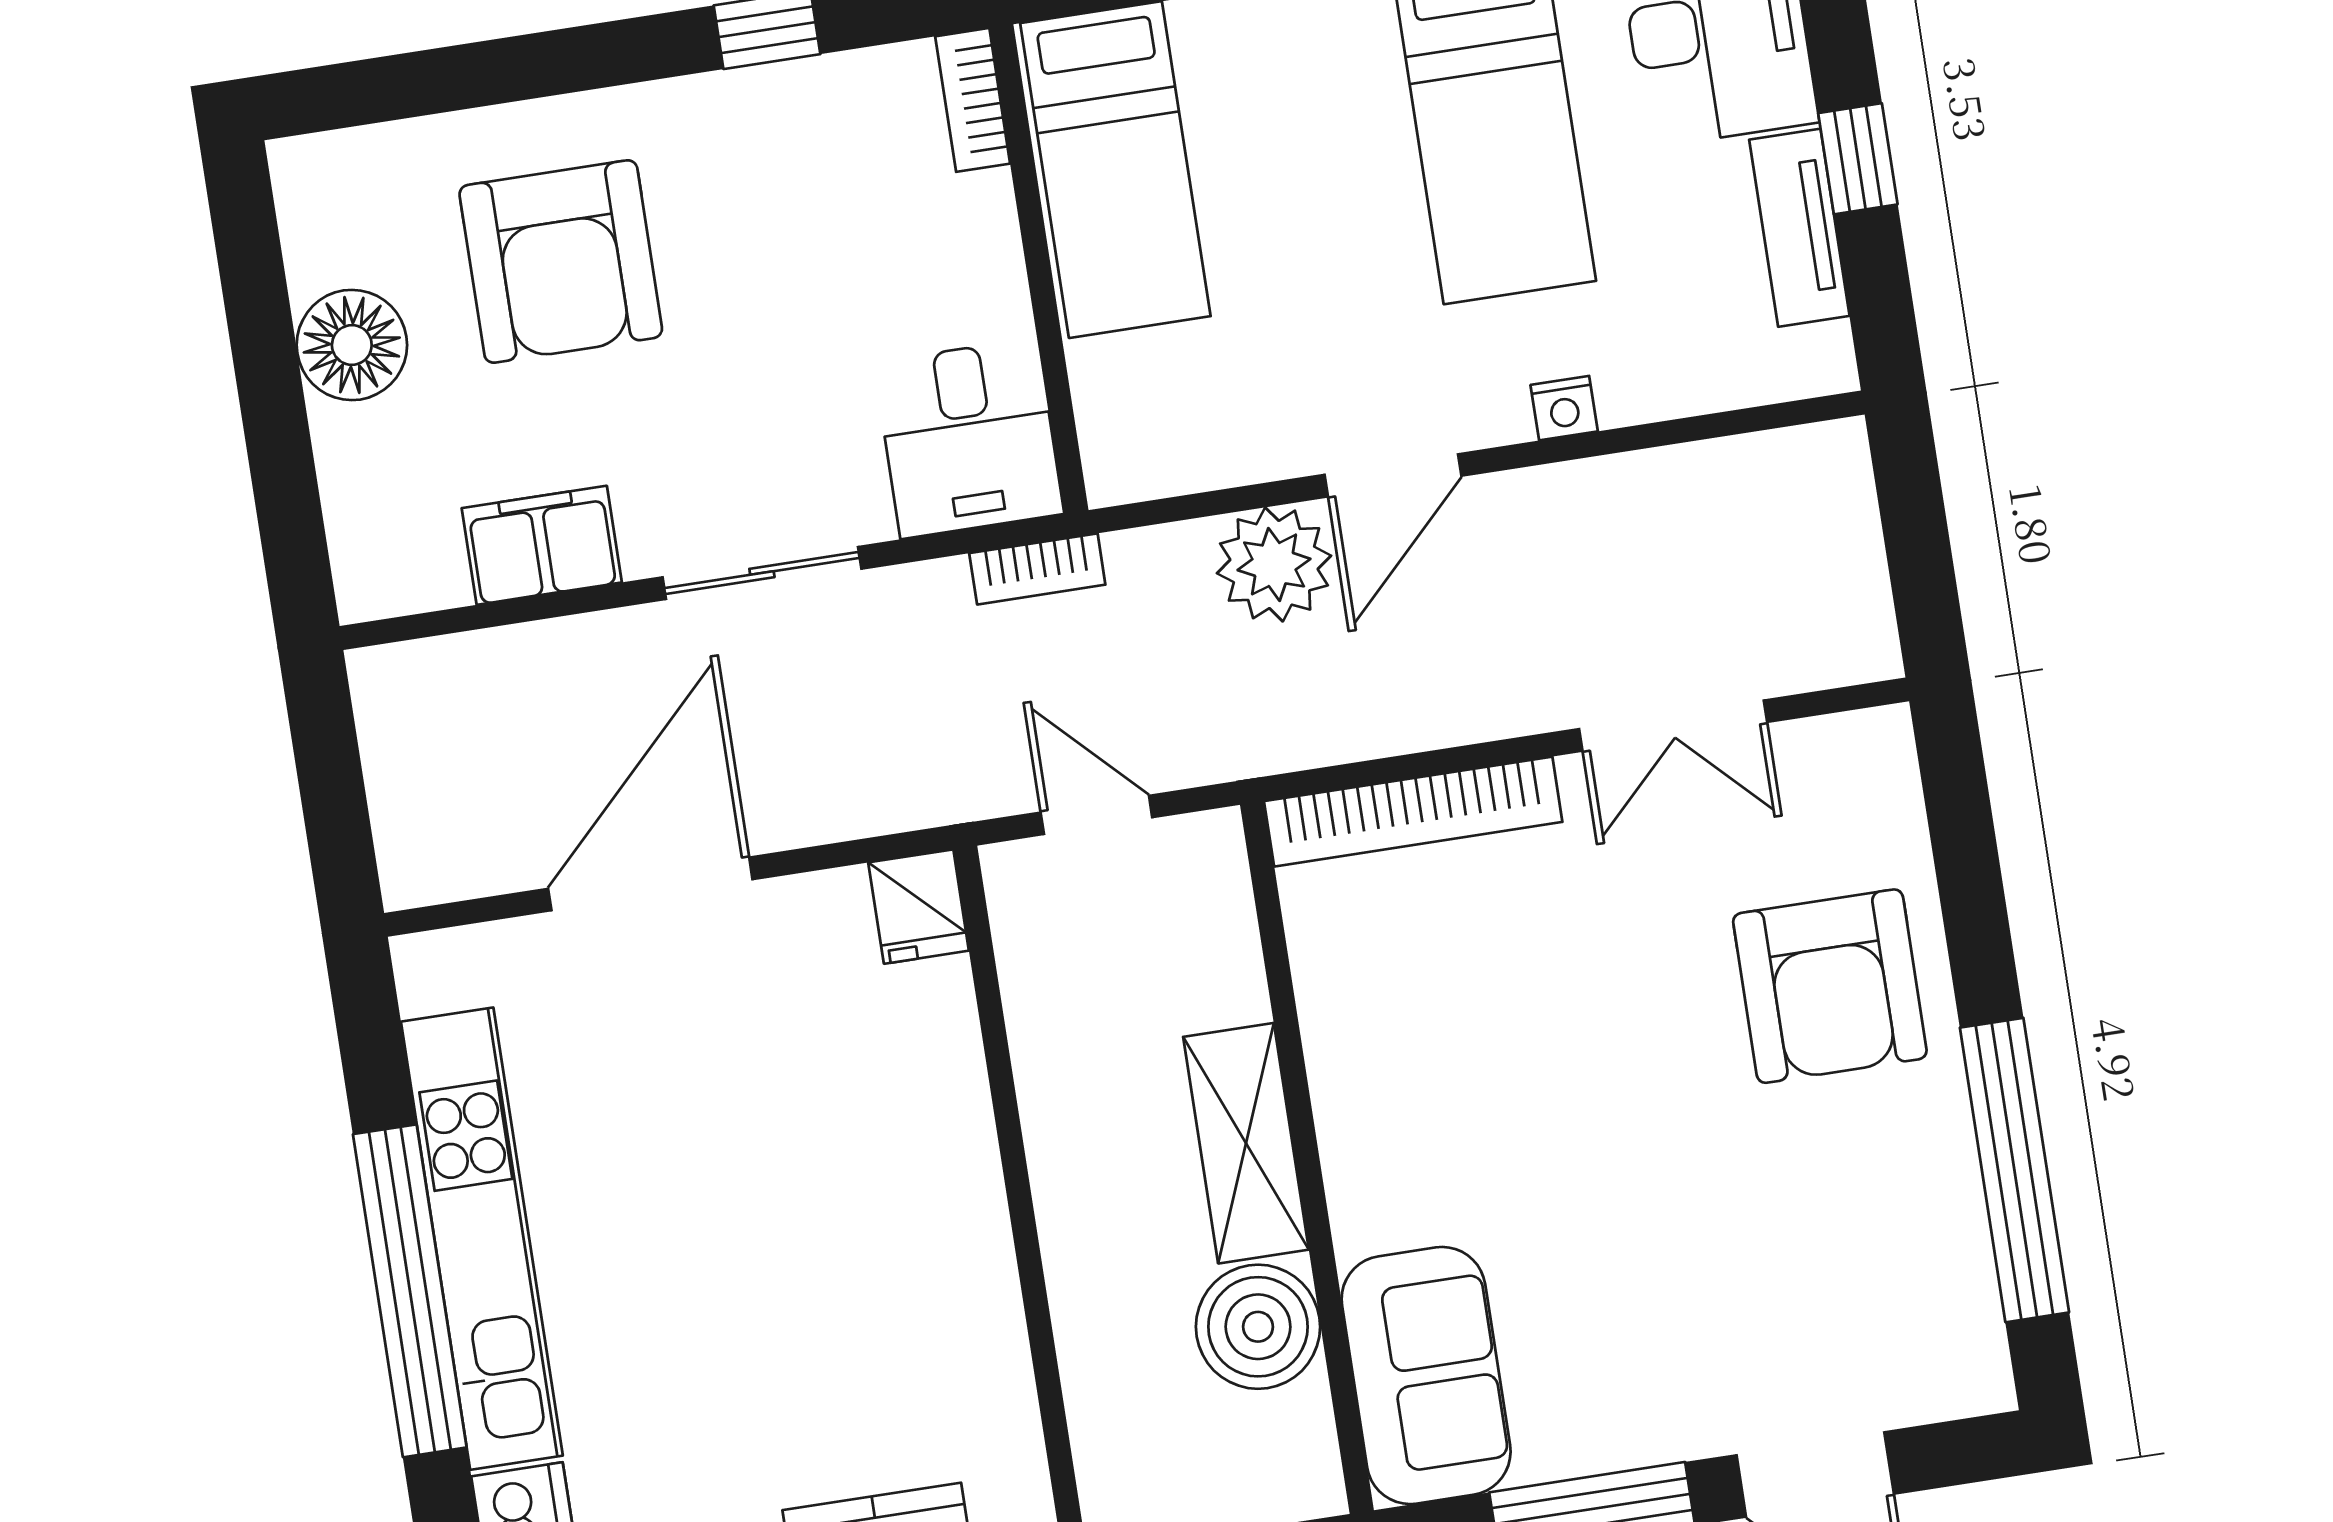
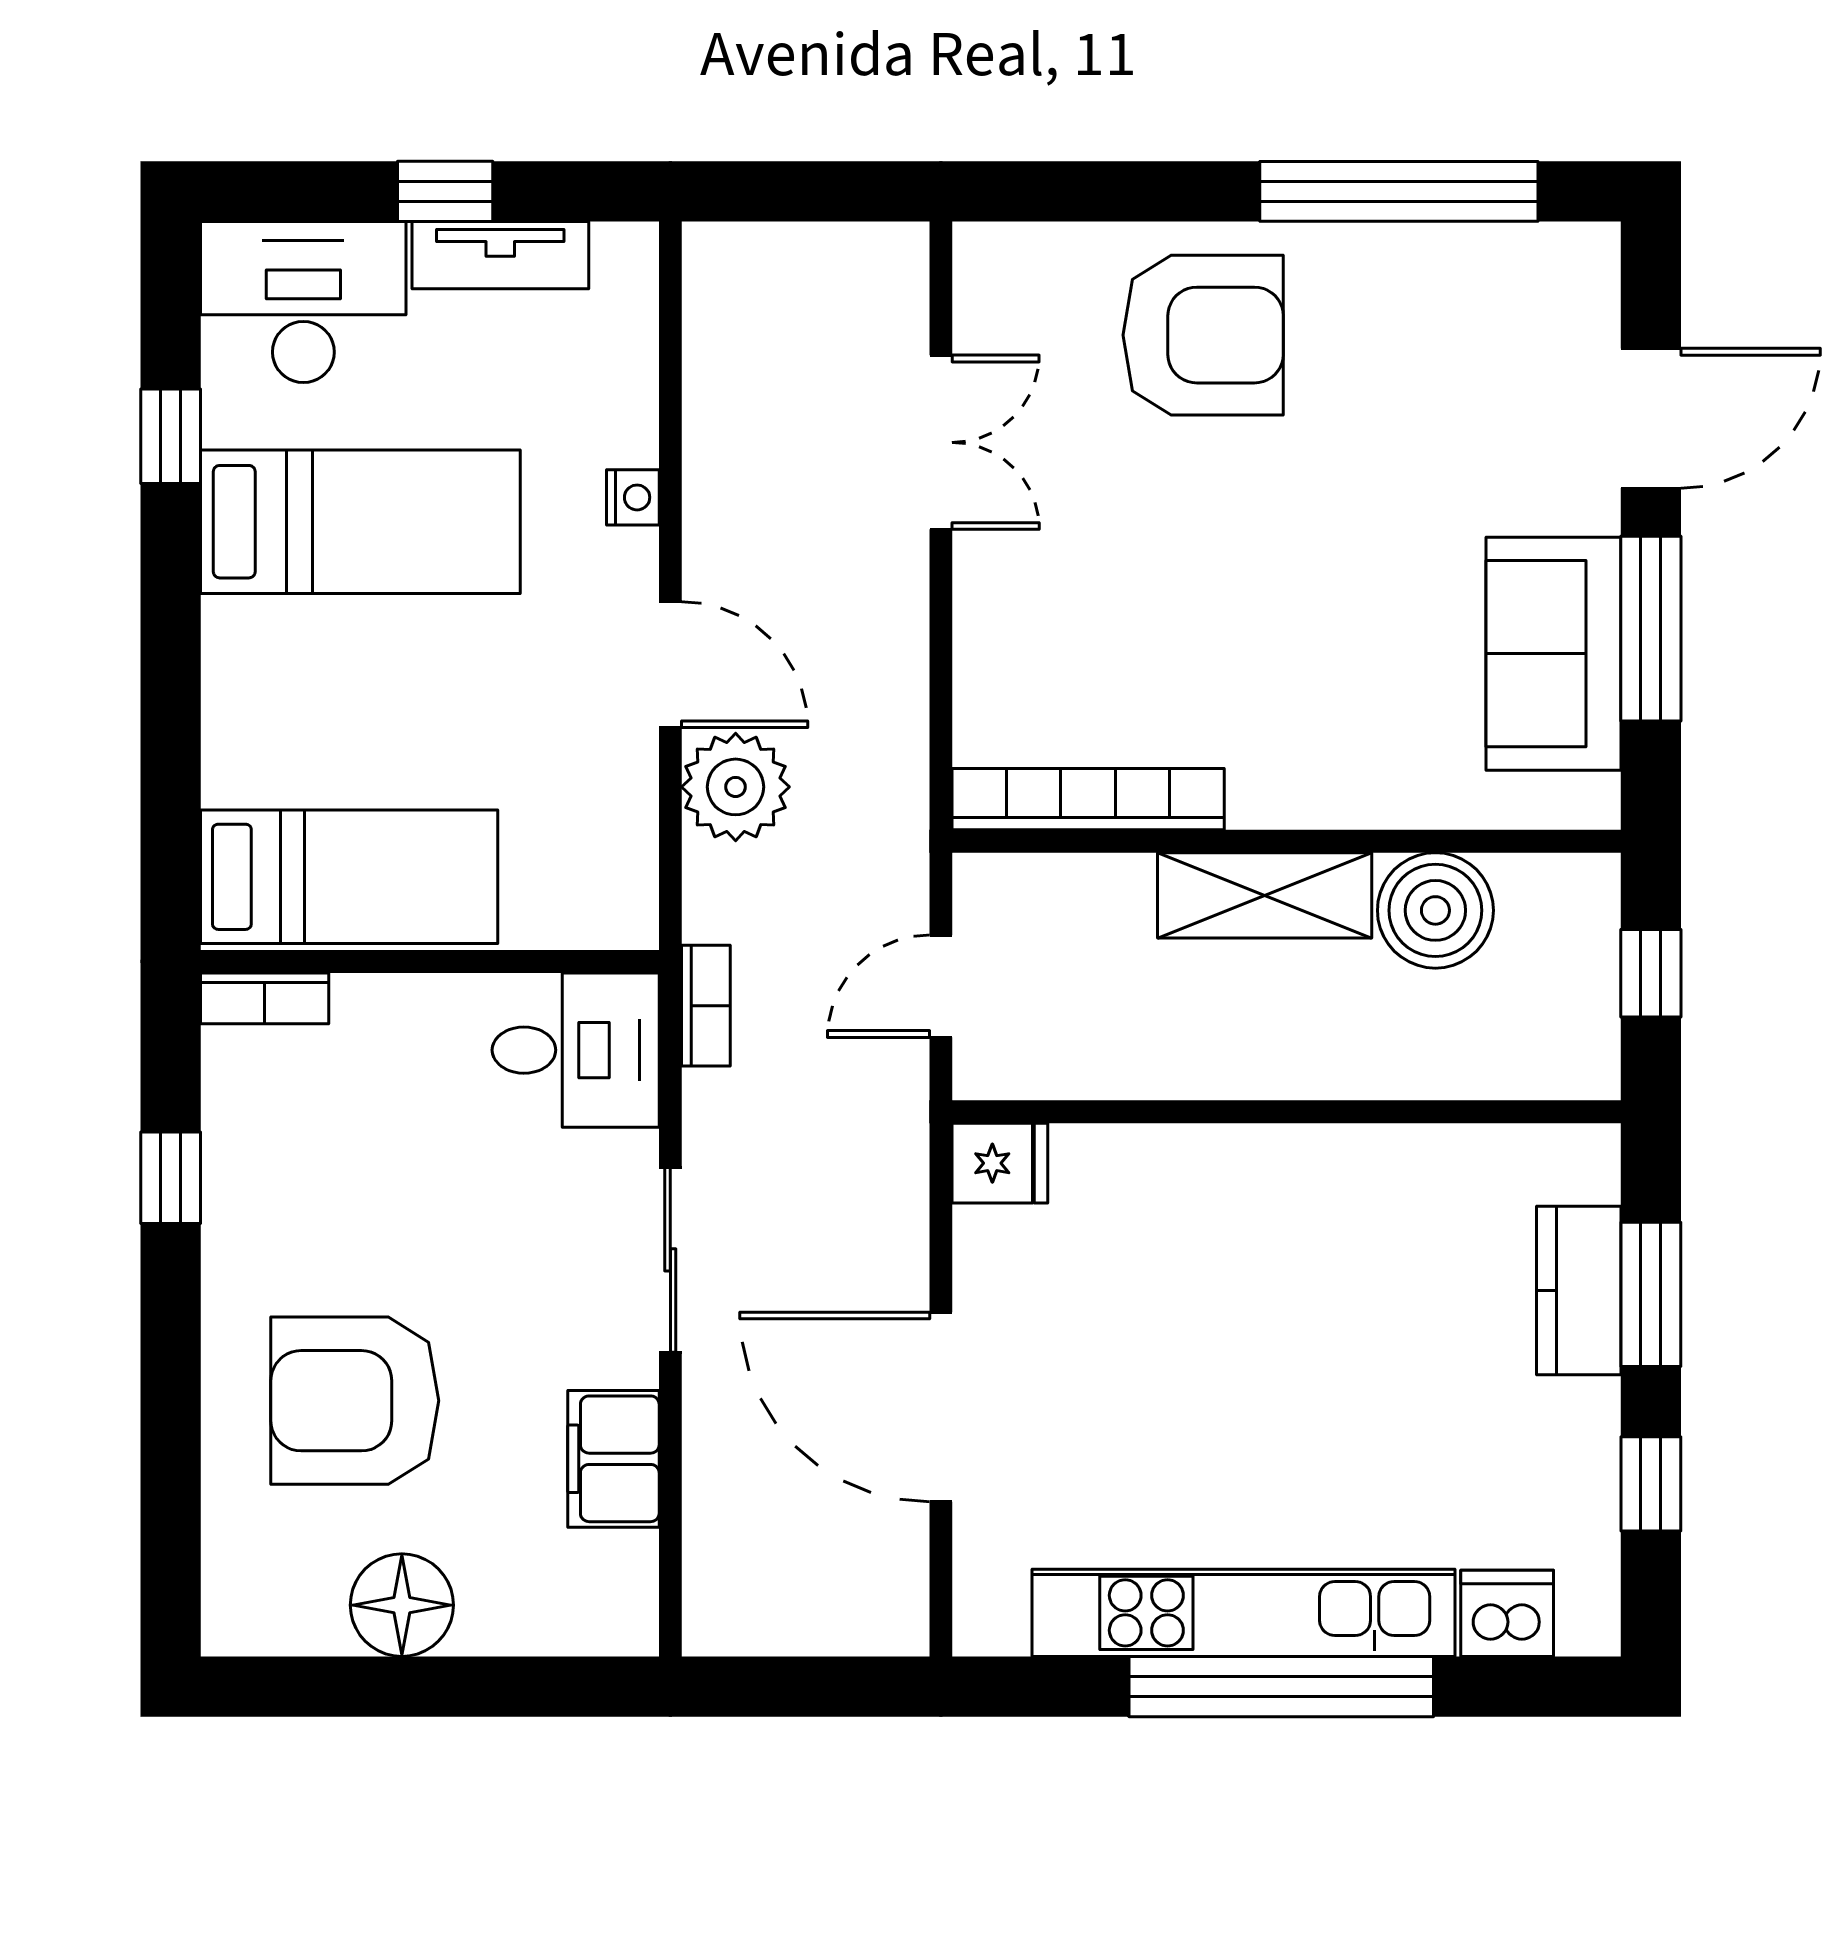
armchair: (561, 261) -> (355, 1401), turned 180
bookcase: (1413, 812) -> (1088, 799), moved, turned -90
sofa: (1426, 1375) -> (1553, 654), moved, turned -90

